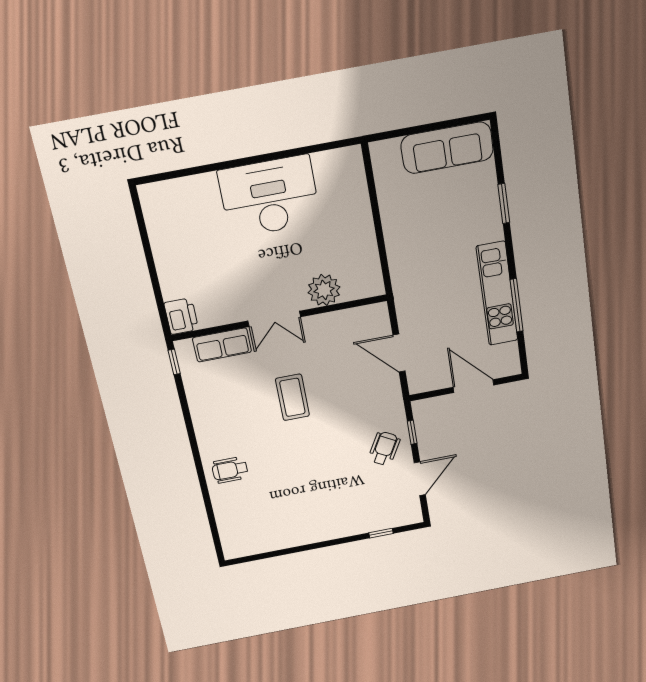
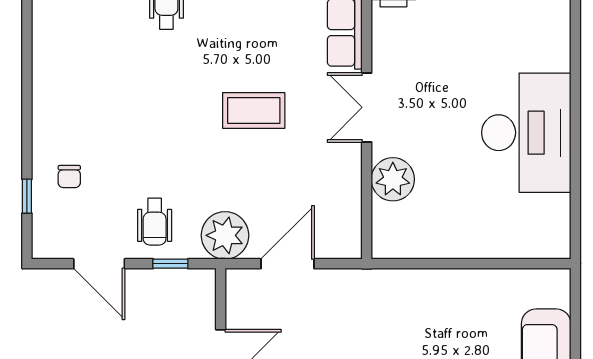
plant: (386, 400) -> (225, 235), added
wheelchair: (384, 448) -> (155, 222), turned 61
chair: (363, 509) -> (69, 177), added

